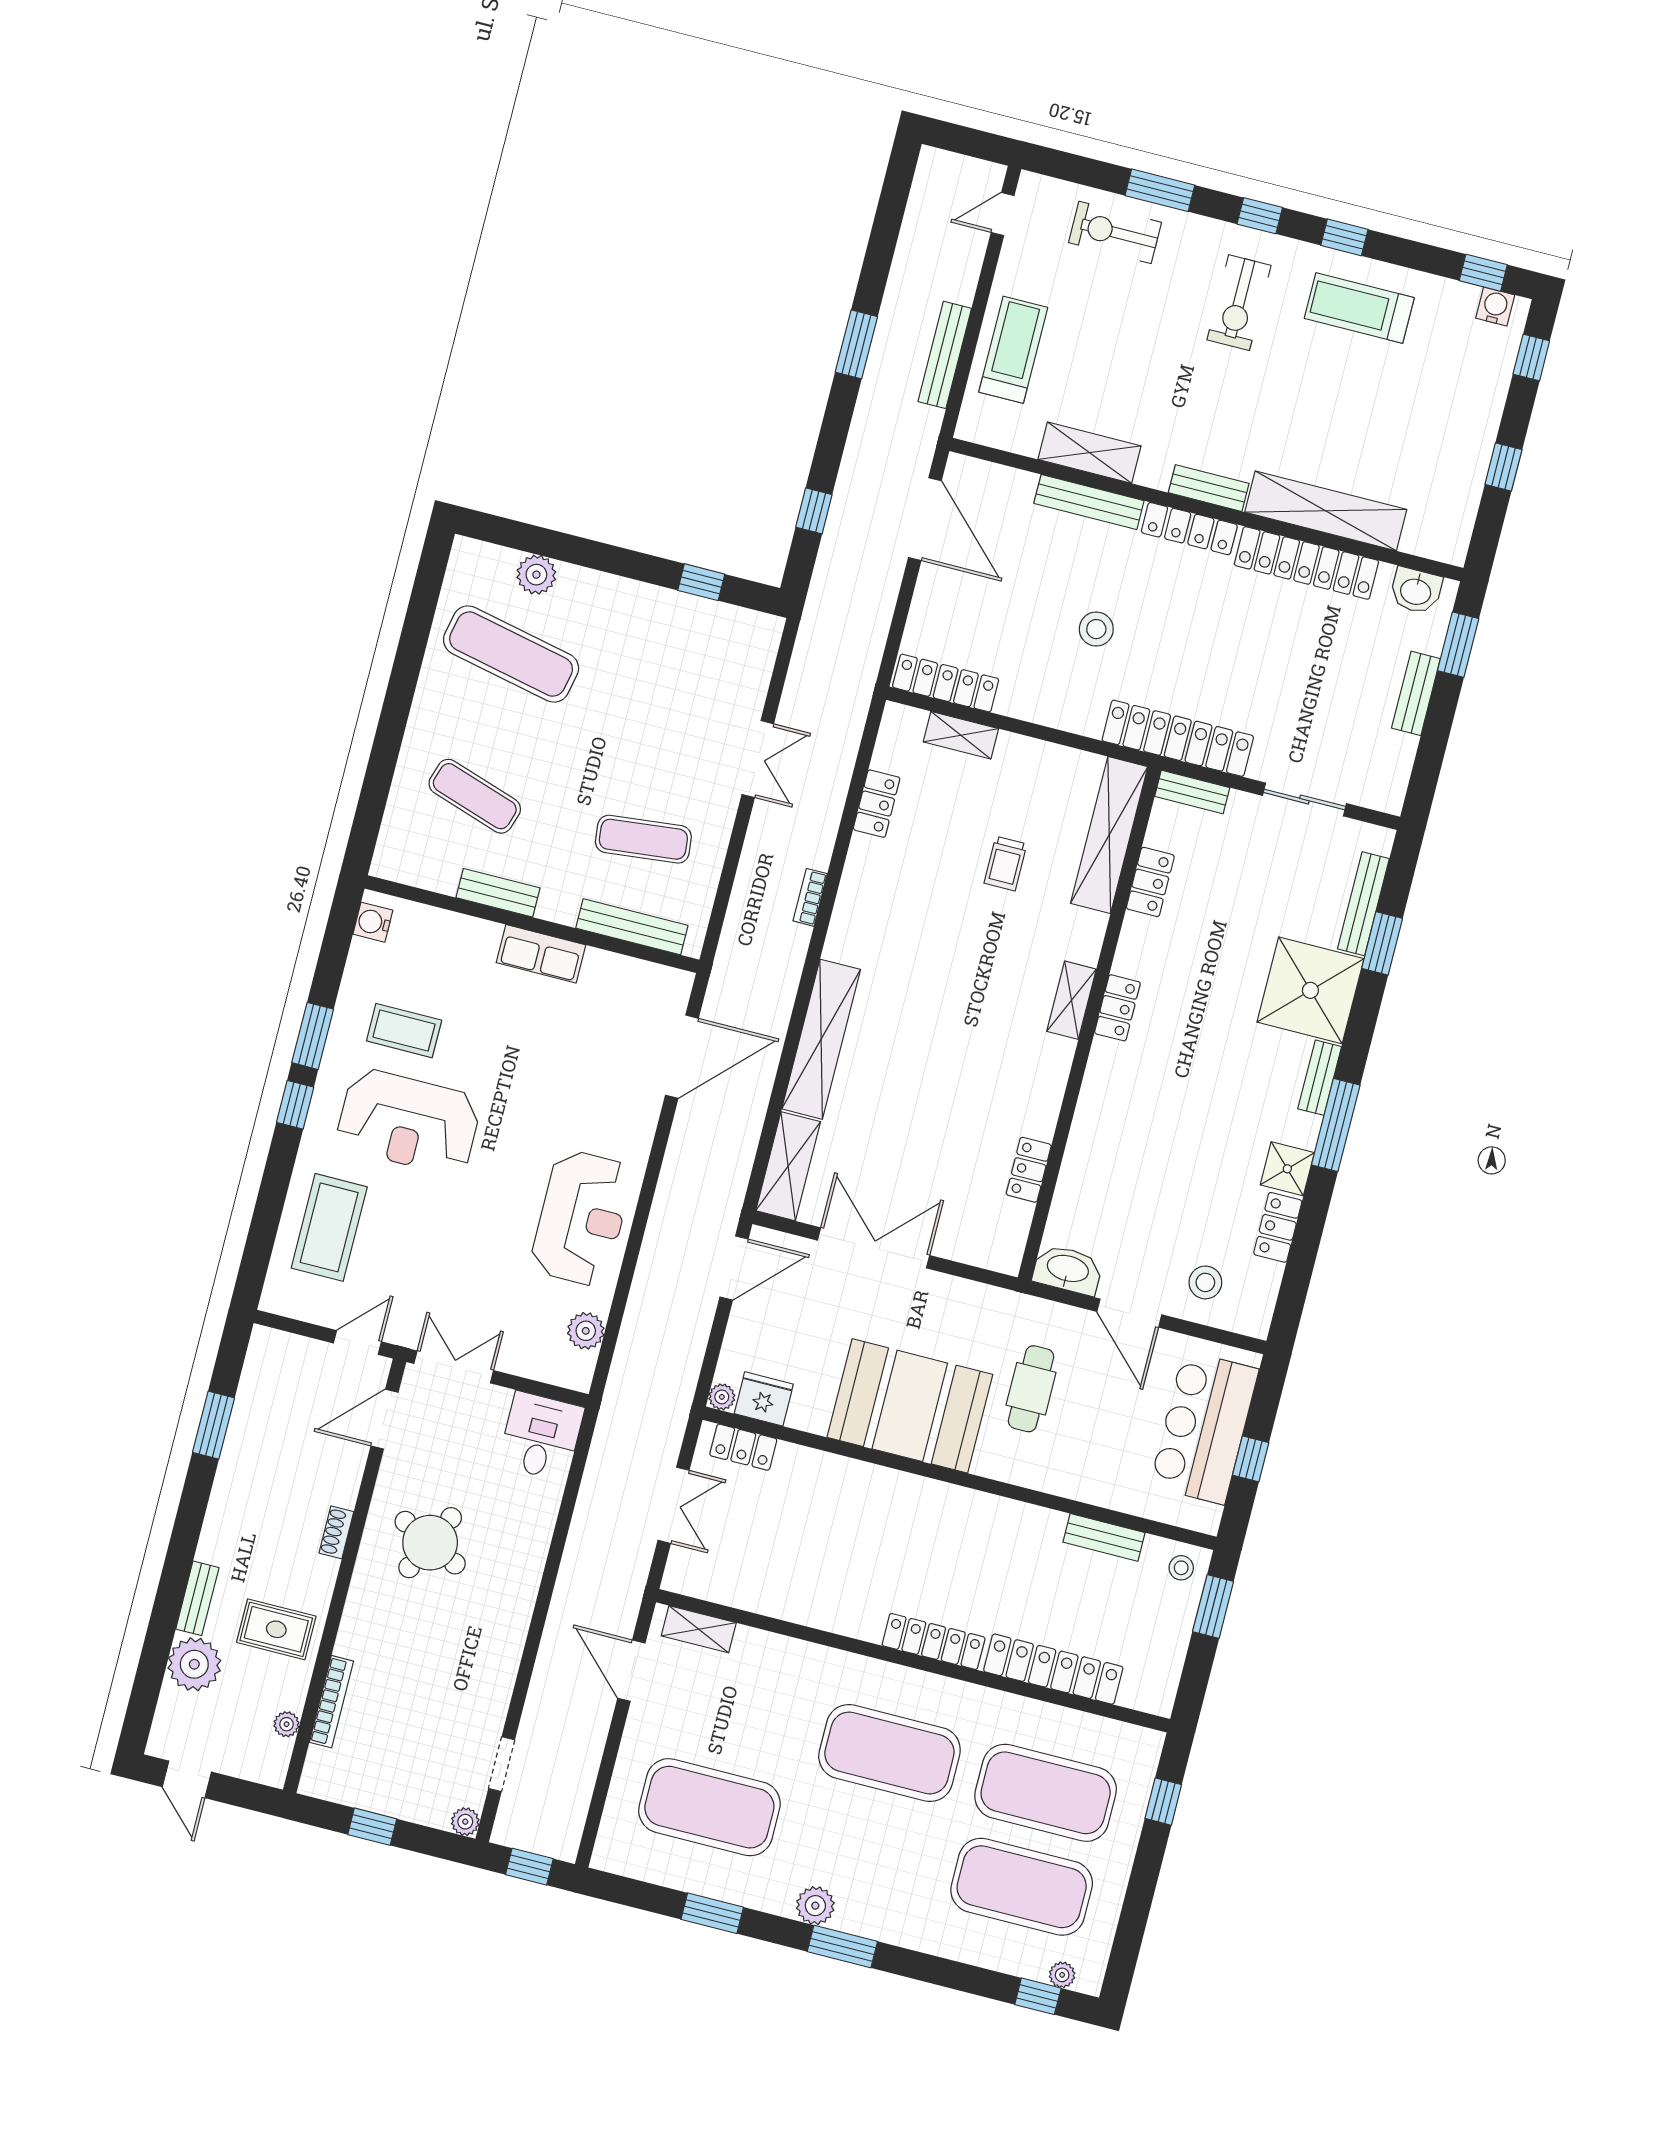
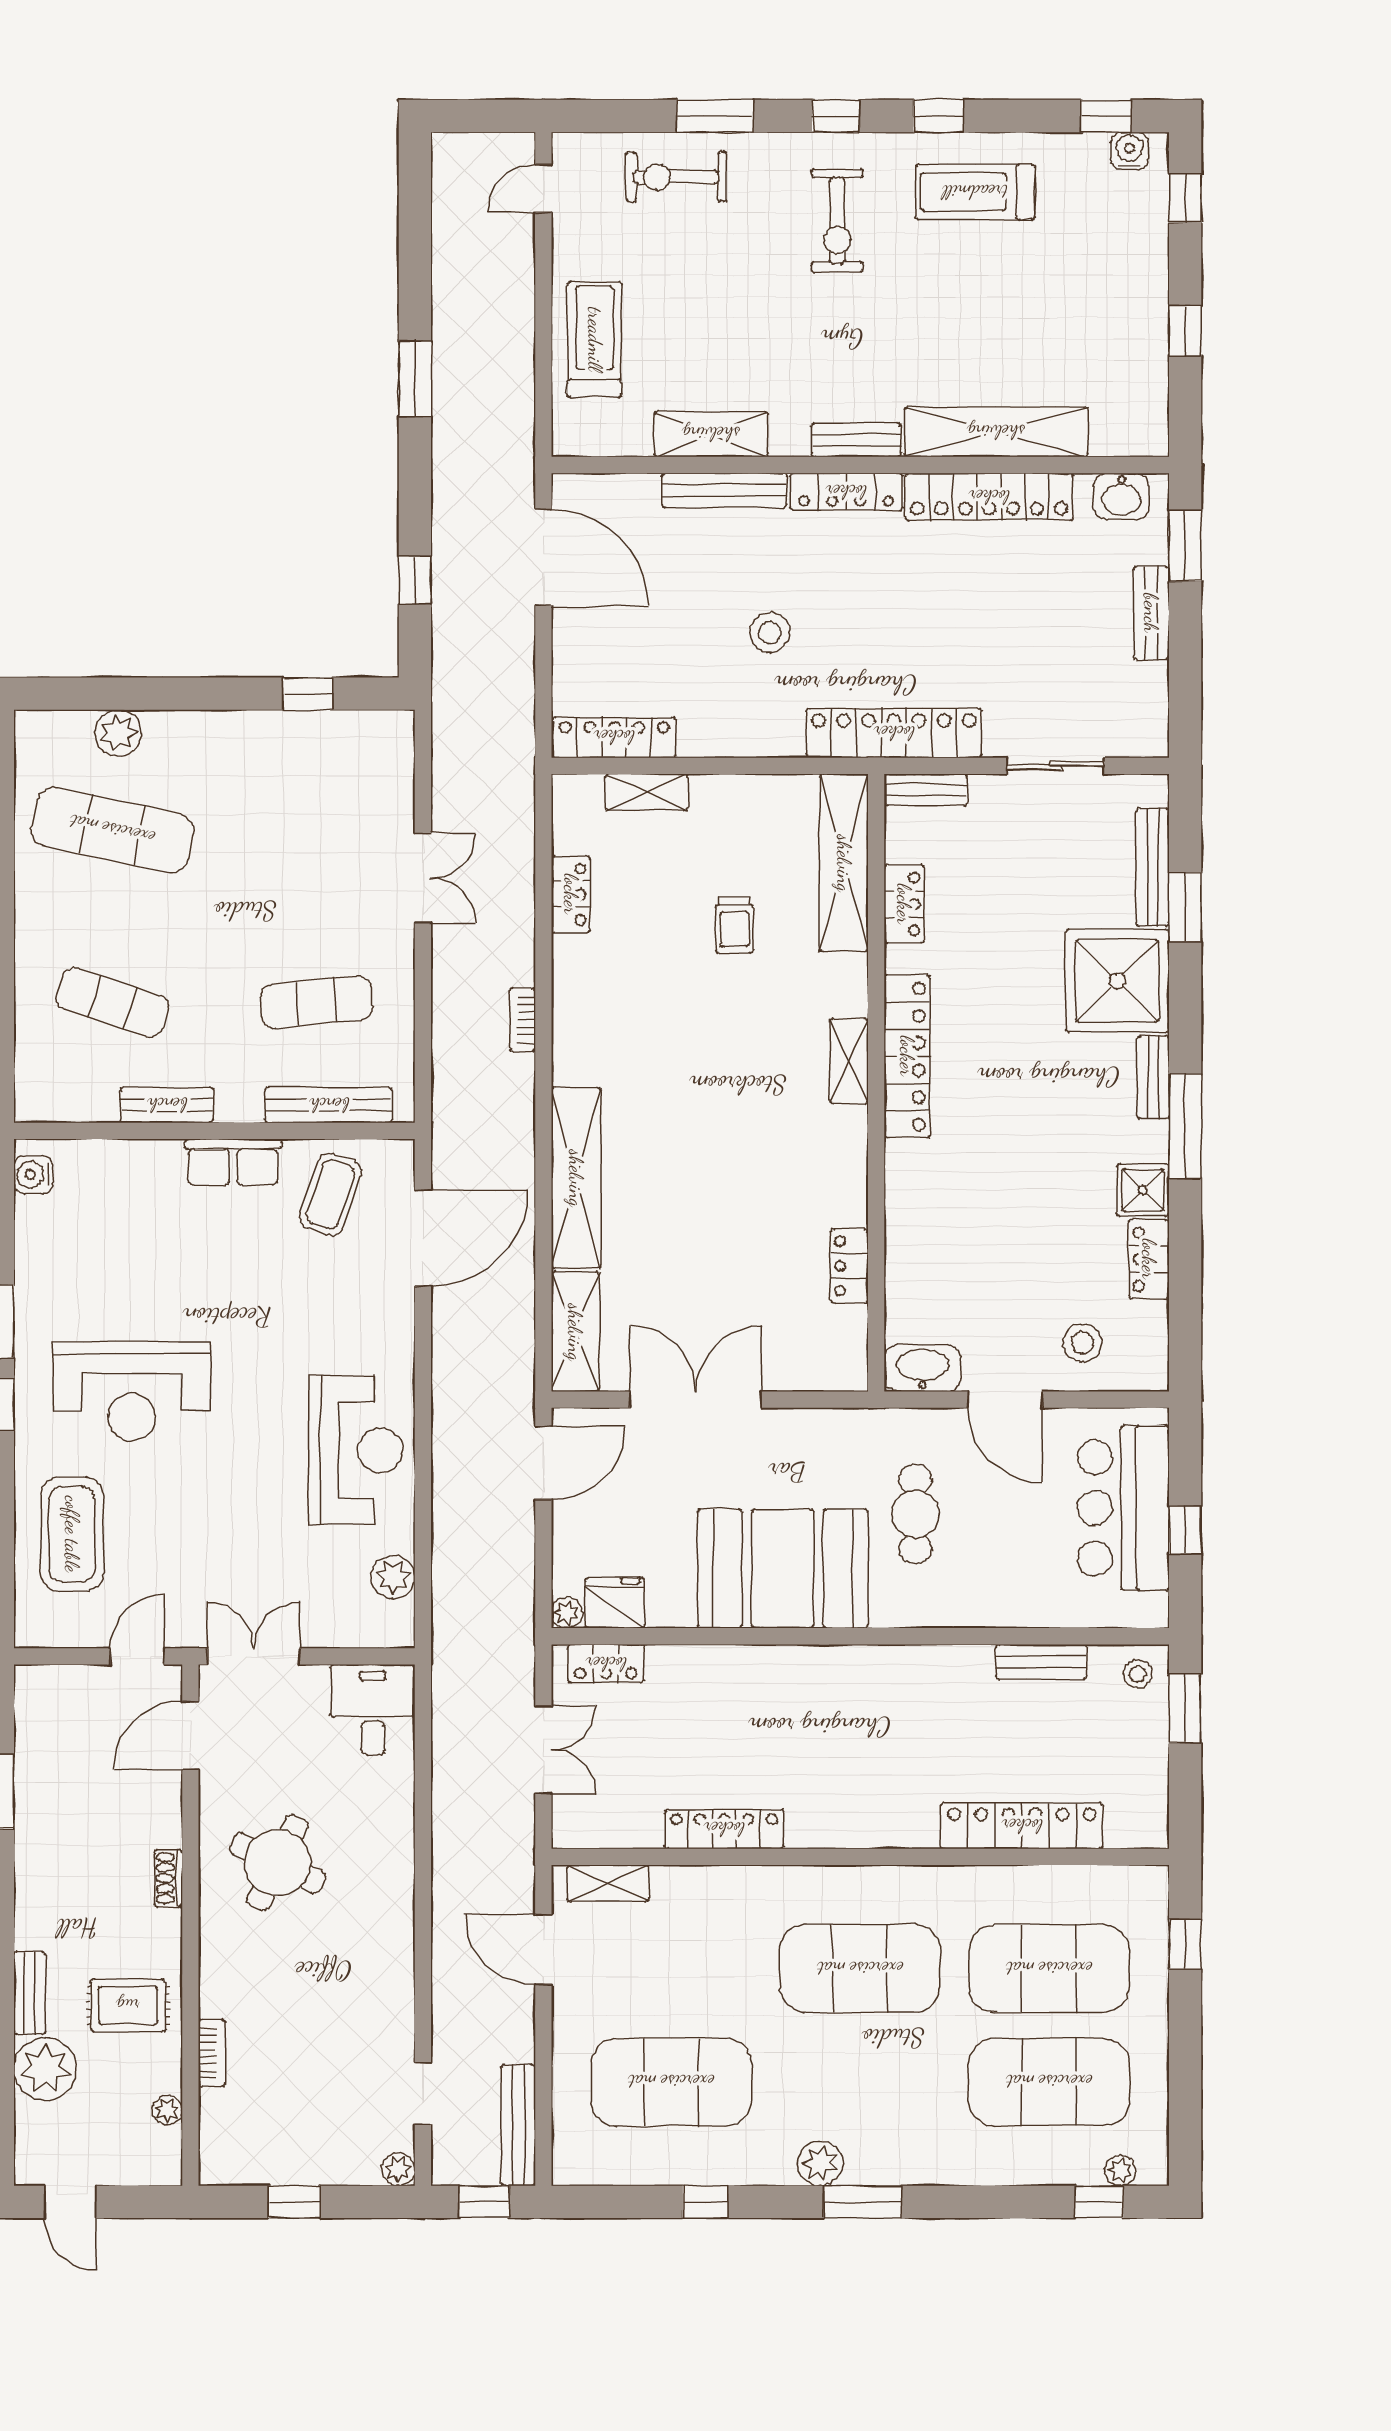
bench: (945, 355) -> (518, 2125), moved
locker: (1117, 1008) -> (907, 1056), width x2.16, depth x1.21
coffee table: (404, 1031) -> (330, 1194), moved, turned -71
locker: (934, 1641) -> (724, 1829), moved
bookcase: (331, 1702) -> (212, 2053), width x0.64
window: (712, 1913) -> (705, 2202), width x0.67

